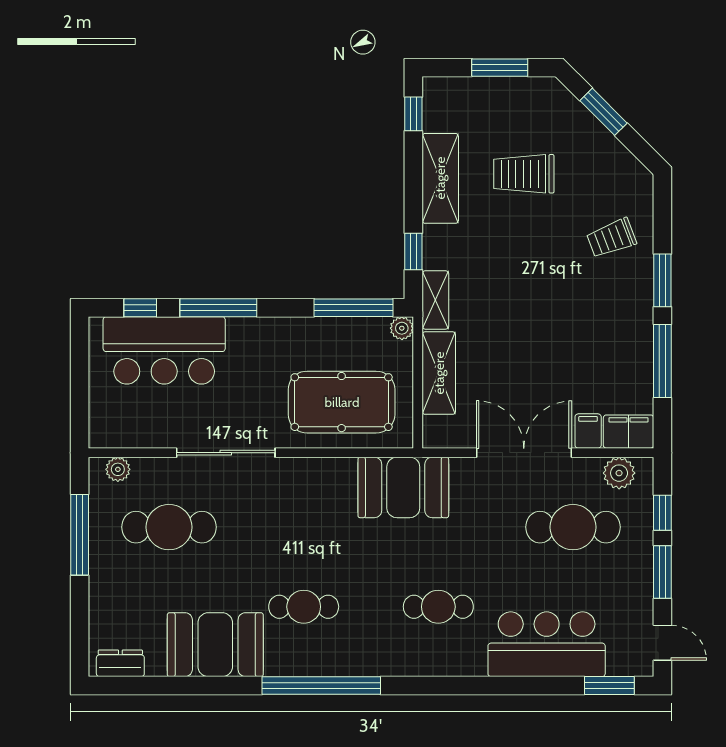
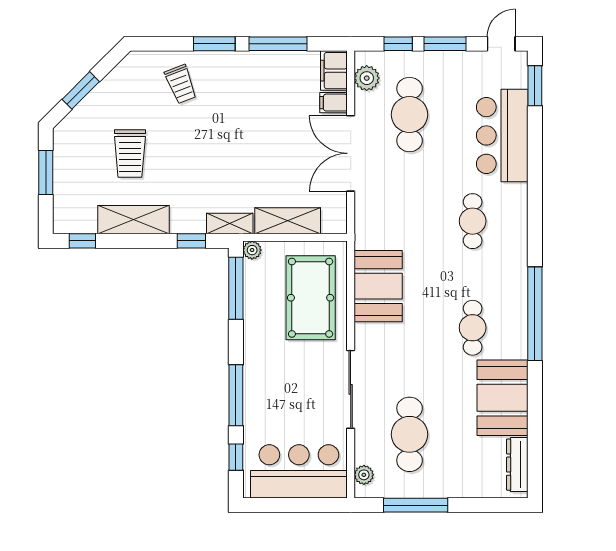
bar counter: (164, 350) -> (299, 471), moved, turned -90
booth: (403, 487) -> (378, 286), moved
dresser: (120, 663) -> (517, 465), width x1.44

